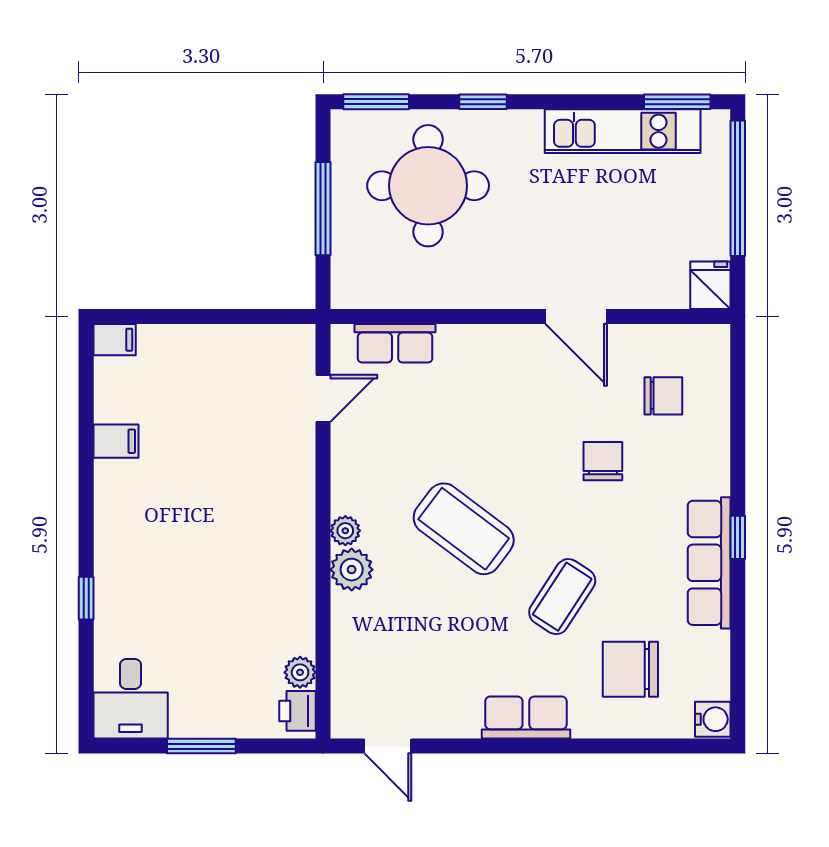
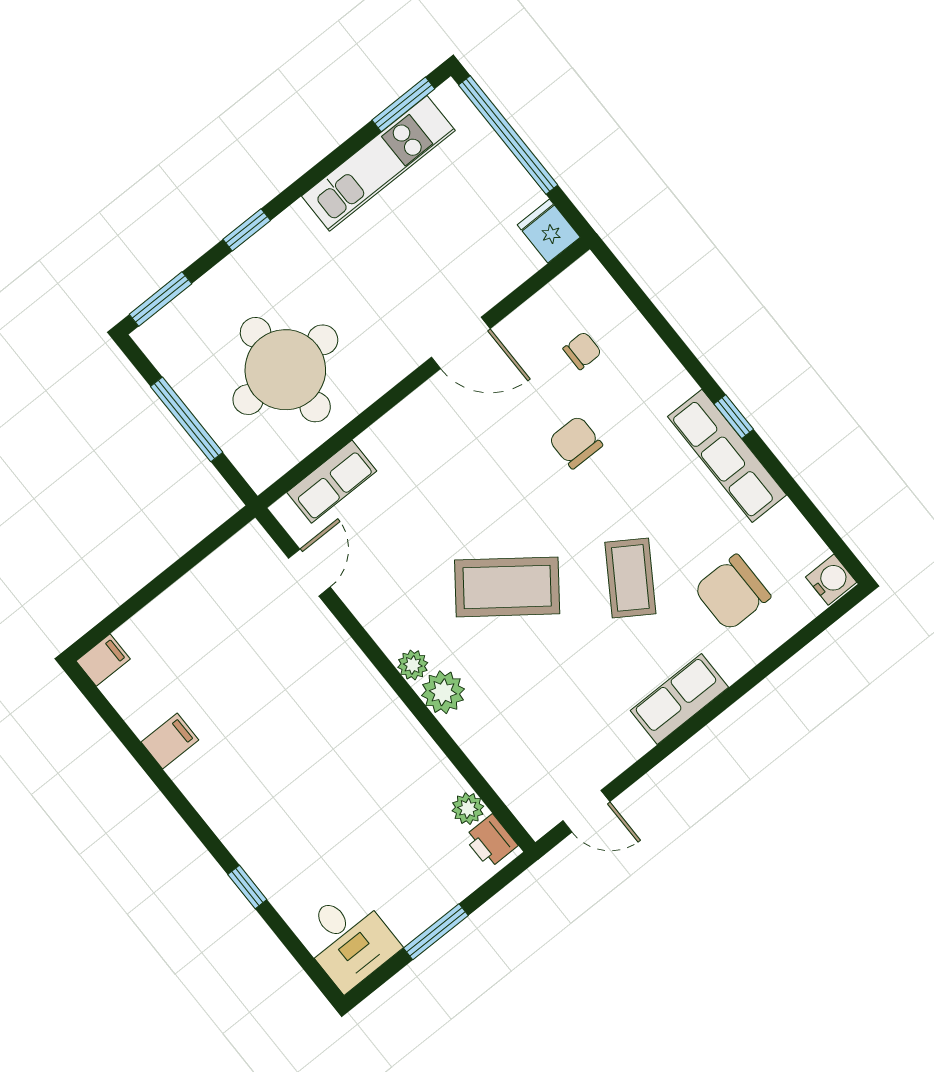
round table: (428, 186) -> (285, 370), moved
chair: (663, 396) -> (582, 351), width x0.73, depth x0.73

